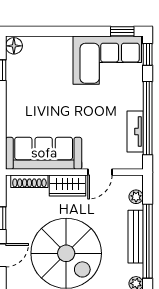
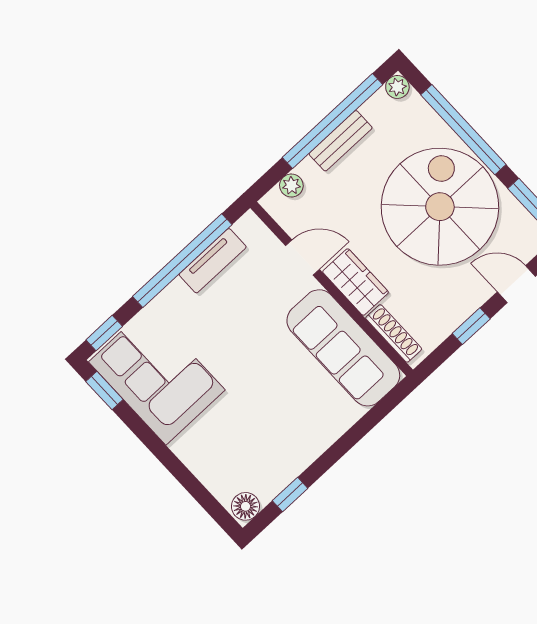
bench: (136, 237) -> (341, 141), width x0.73

